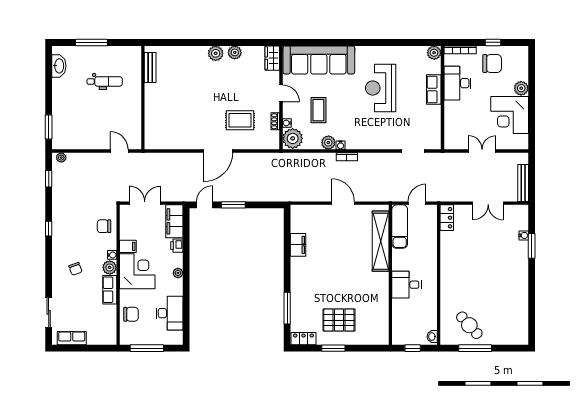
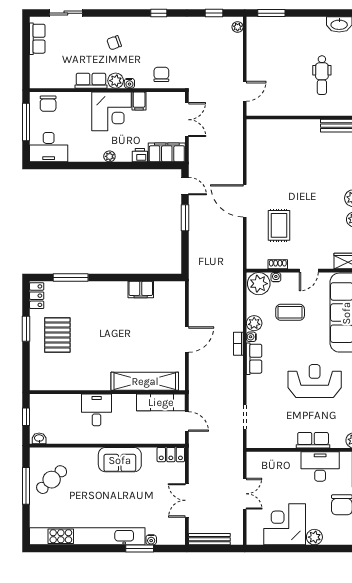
row of seats: (360, 143) -> (254, 359), added
sofa: (451, 264) -> (120, 460), added
kitchen unit: (520, 293) -> (87, 536), added
desk: (170, 313) -> (49, 147), moved
chair: (131, 314) -> (48, 104), moved

